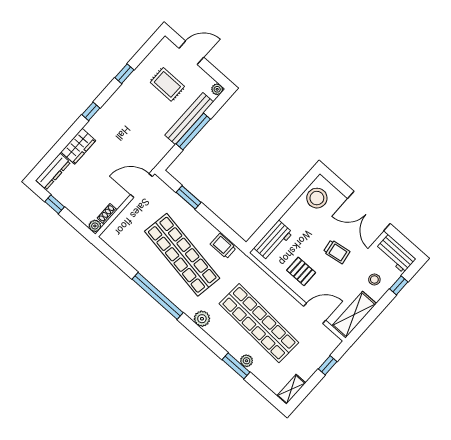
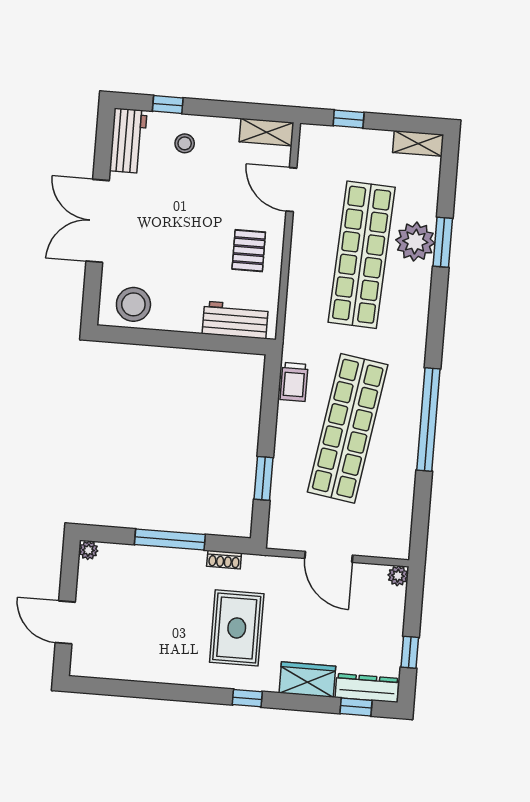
window: (124, 74) -> (356, 707), moved
rug: (167, 84) -> (237, 628), moved, width x1.36, depth x1.43
bench: (189, 118) -> (156, 558), removed
door: (141, 186) -> (329, 557), moved
double door: (369, 211) -> (98, 221), swing flipped
shoe rack: (107, 214) -> (224, 560), moved
trolley: (337, 252) -> (186, 223), removed
shelving: (354, 315) -> (267, 132), width x0.67, depth x0.75
plant: (202, 319) -> (414, 336), removed
plant: (247, 361) -> (415, 242), width x1.88, depth x1.88

